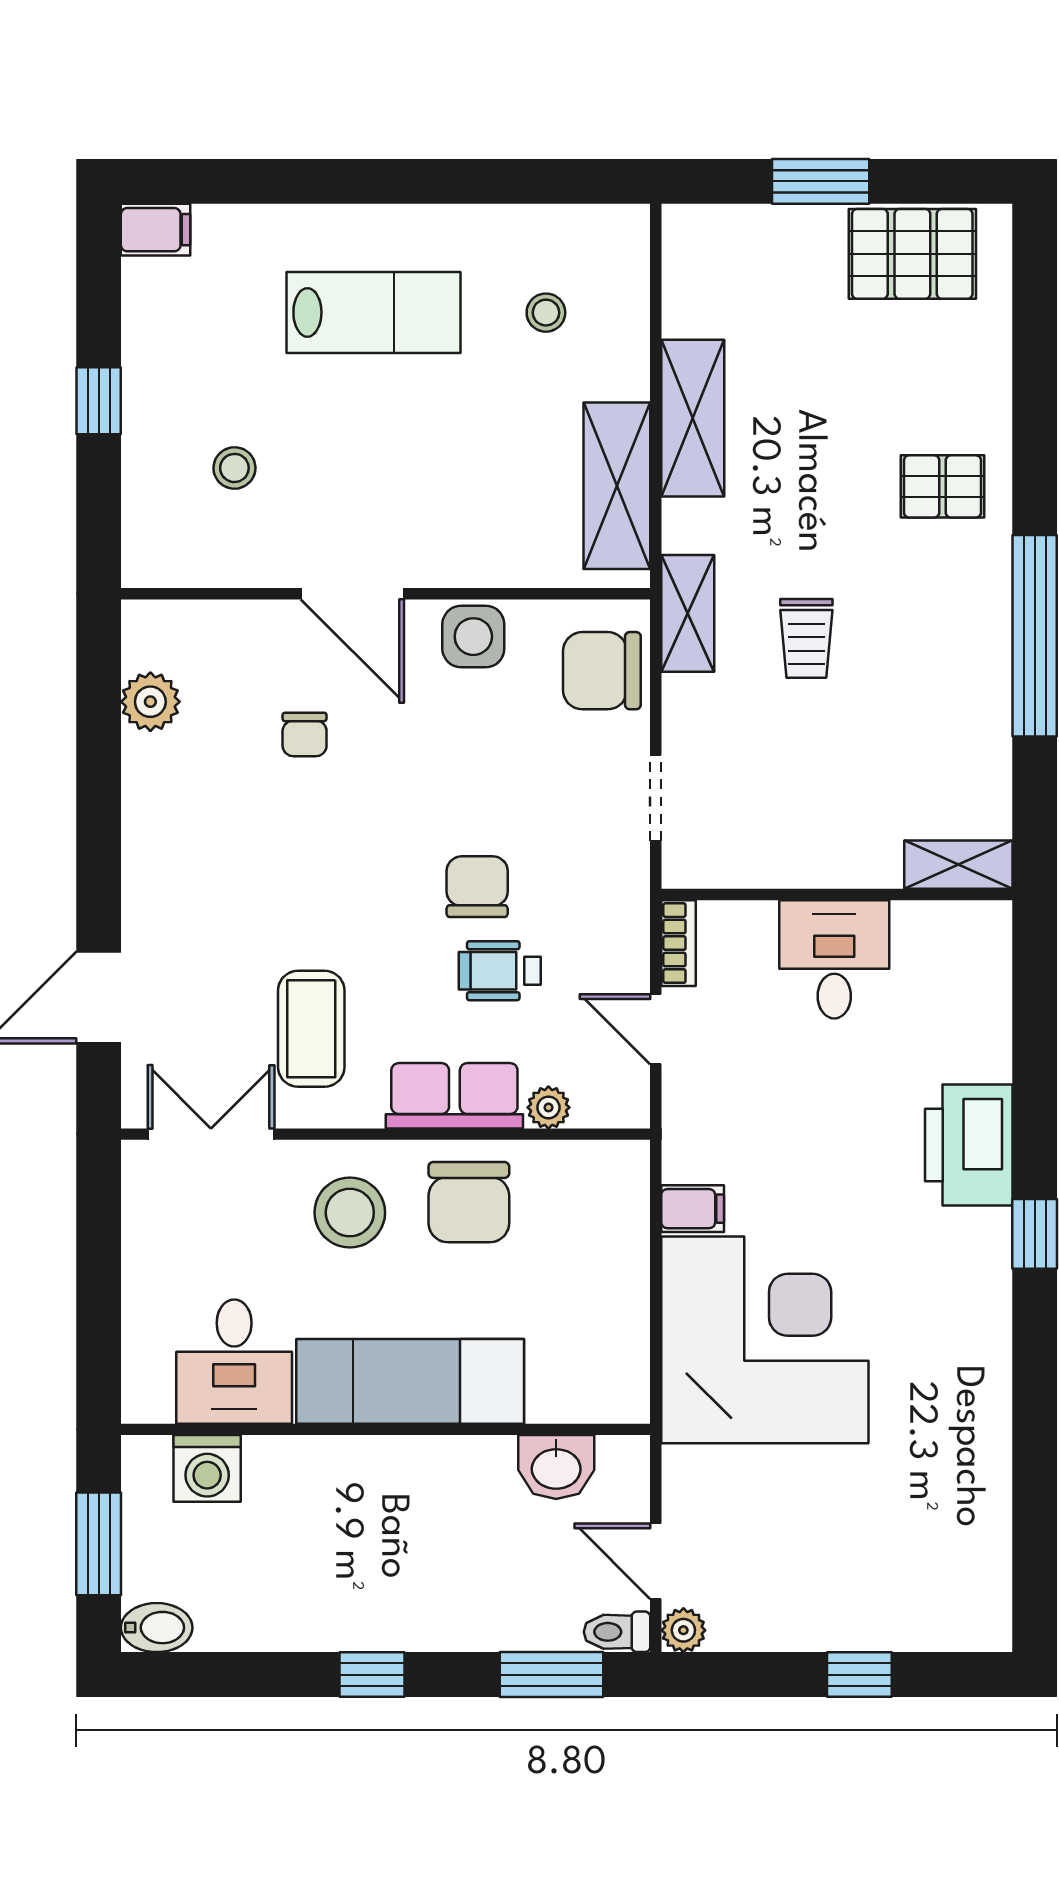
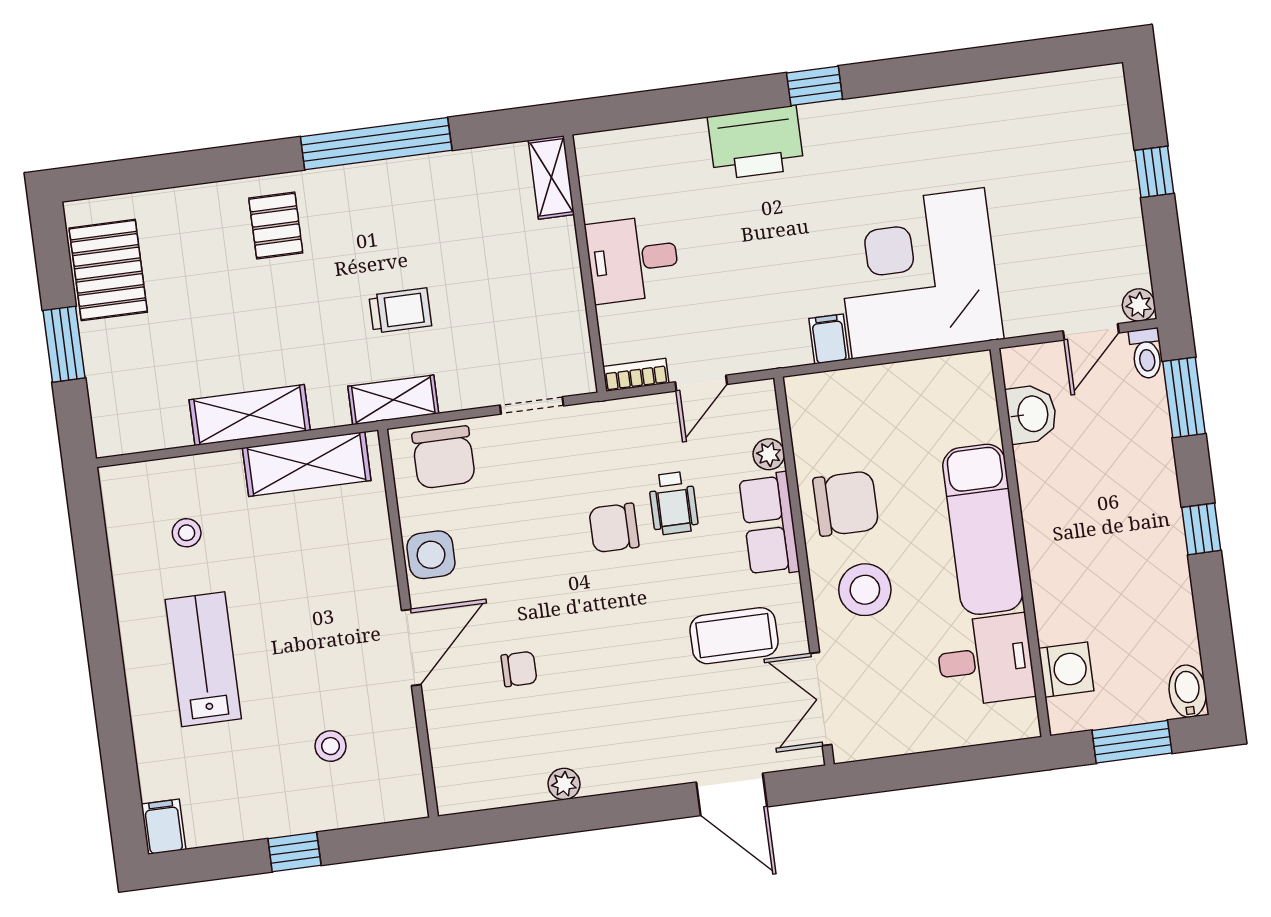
plant: (150, 702) -> (564, 784), moved, width x0.73, depth x0.73

